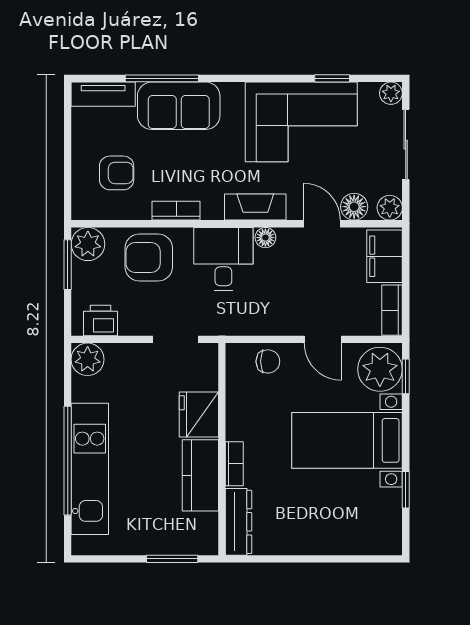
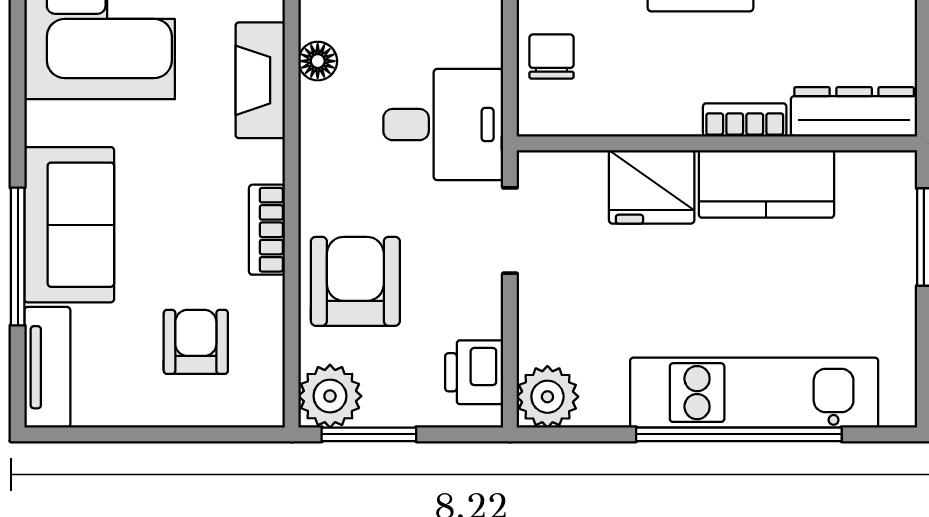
armchair: (149, 257) -> (355, 281), turned 180
desk: (223, 259) -> (443, 125), moved, turned 180

